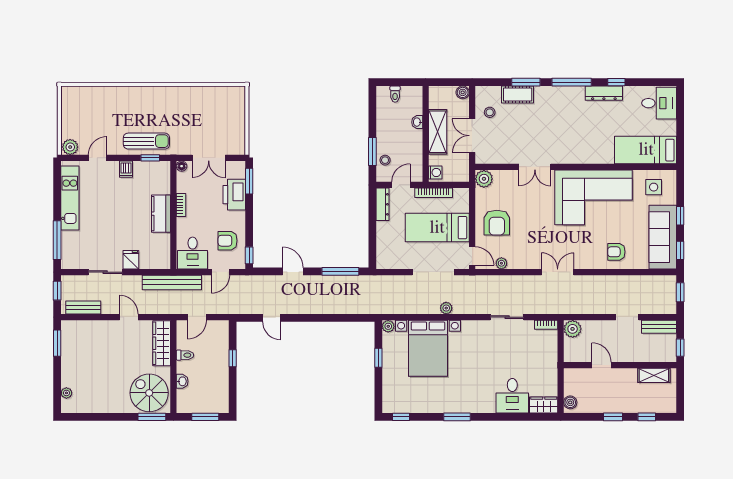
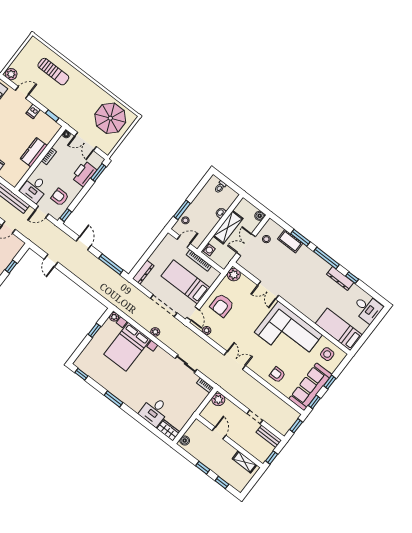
parasol: (216, 112) -> (110, 118), added
sun lounger: (146, 141) -> (53, 72), moved
dresser: (382, 204) -> (143, 272), moved

